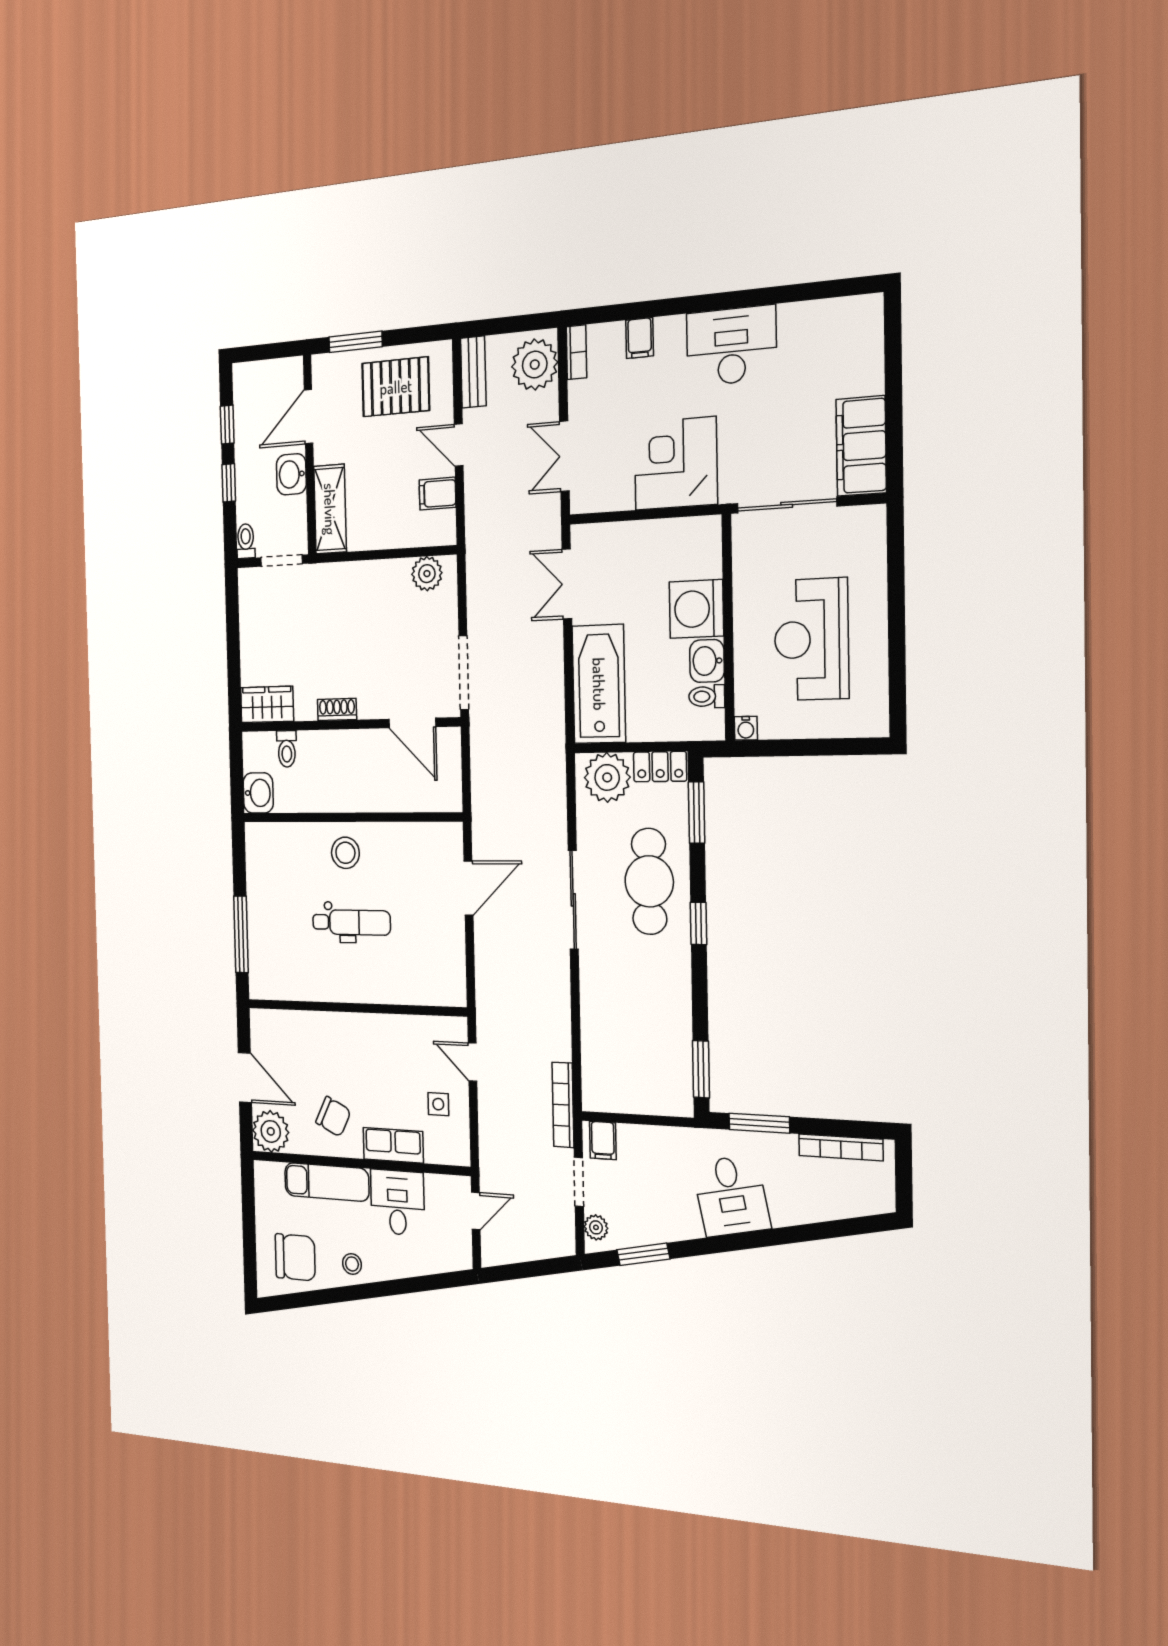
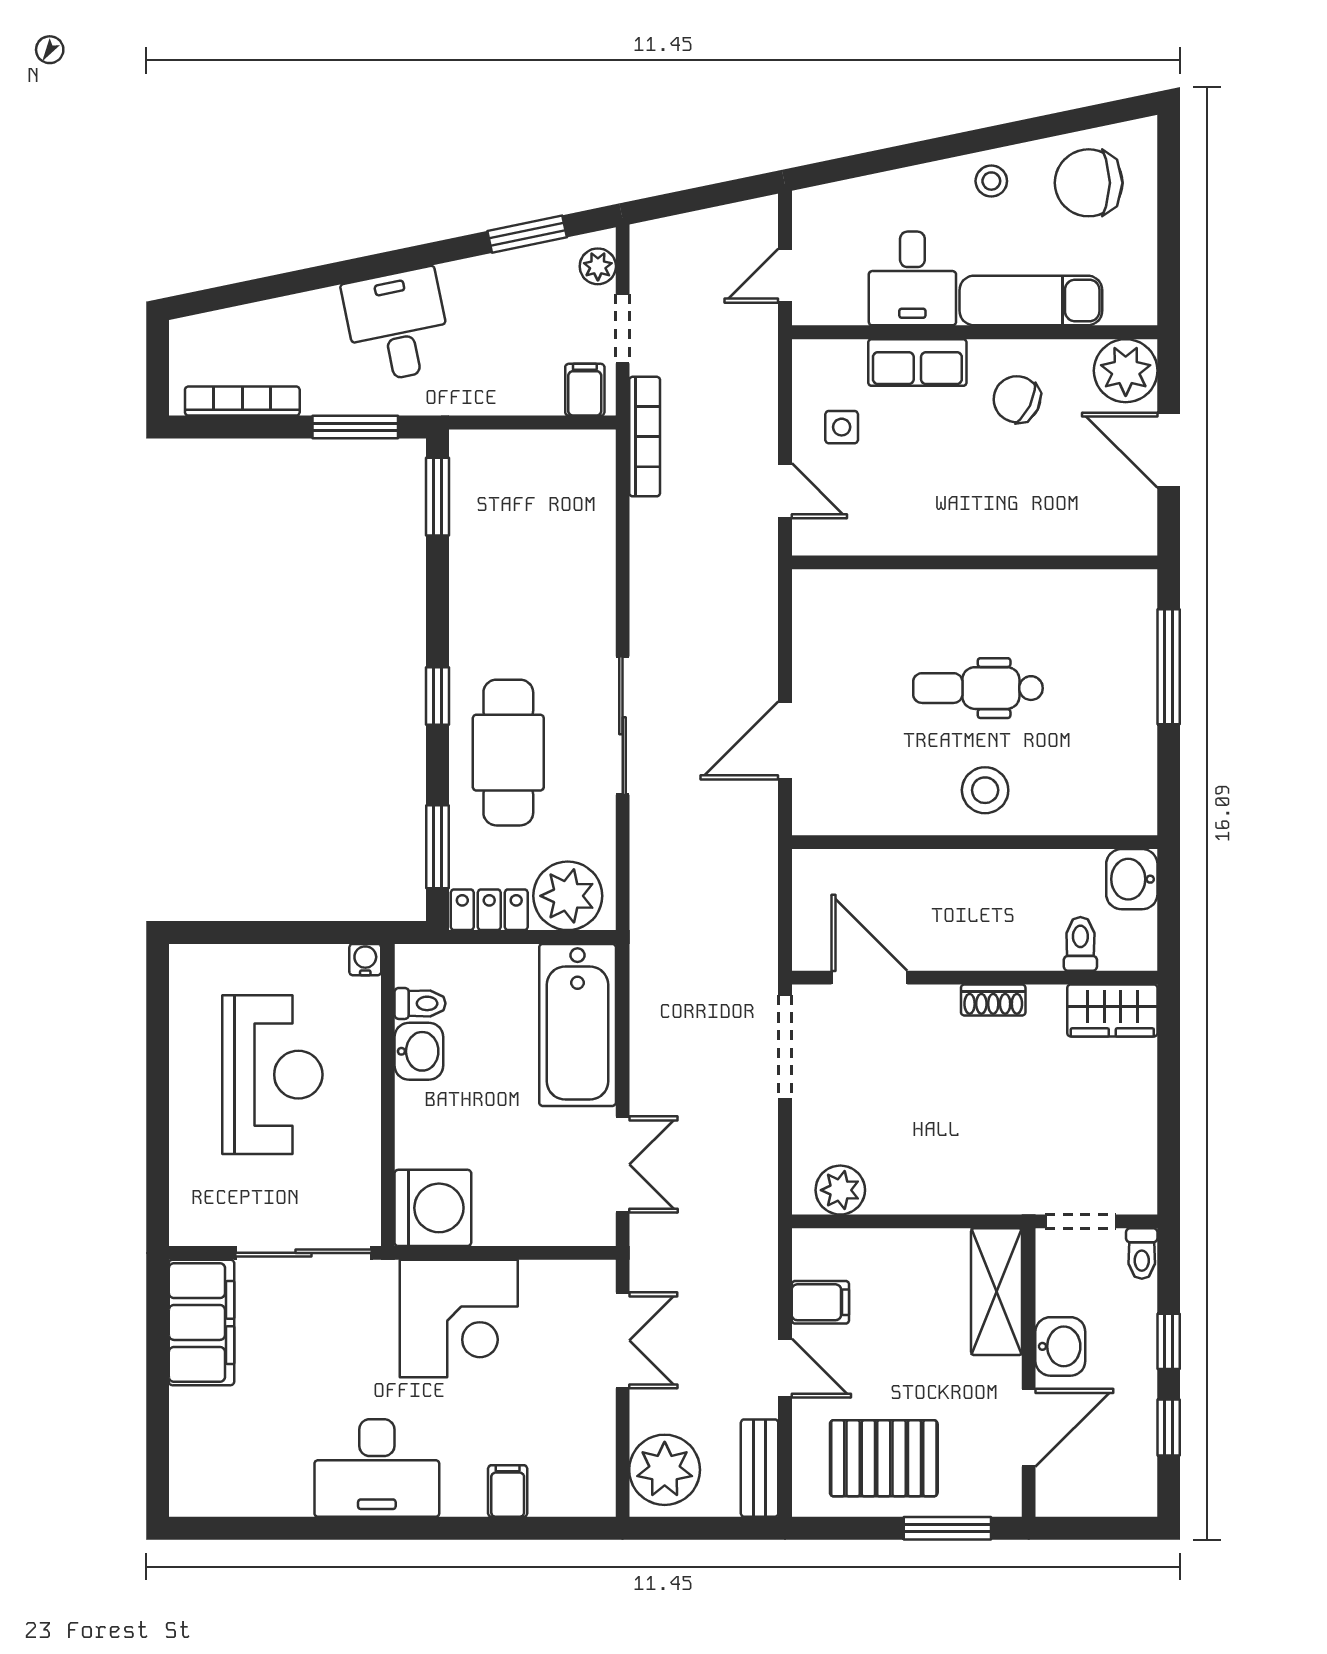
bookcase: (576, 352) -> (601, 1481), removed
washing machine: (696, 609) -> (433, 1208), moved

